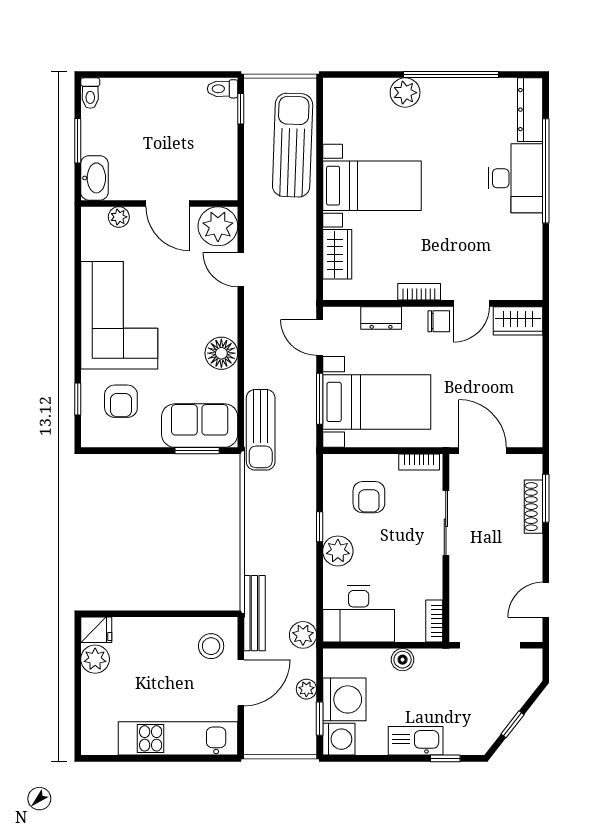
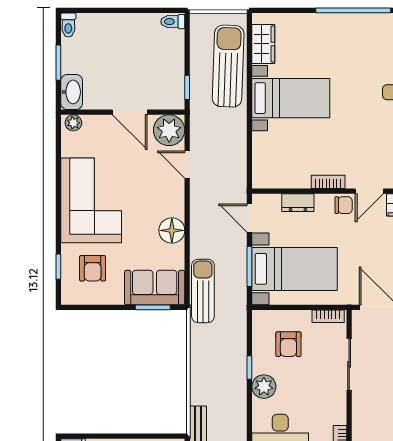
plant: (405, 93) -> (317, 25), removed
window: (241, 109) -> (187, 87), moved
plant: (119, 217) -> (73, 123), moved
wardrobe: (337, 254) -> (263, 44), moved
sun lounger: (261, 430) -> (203, 291), turned 180

